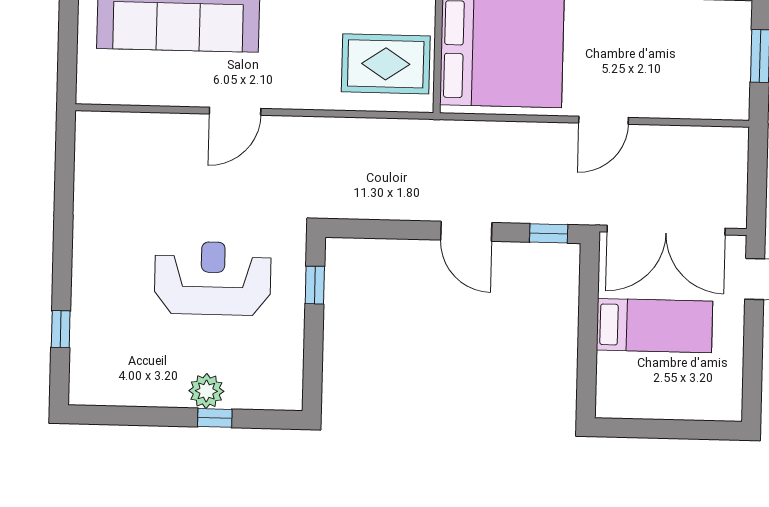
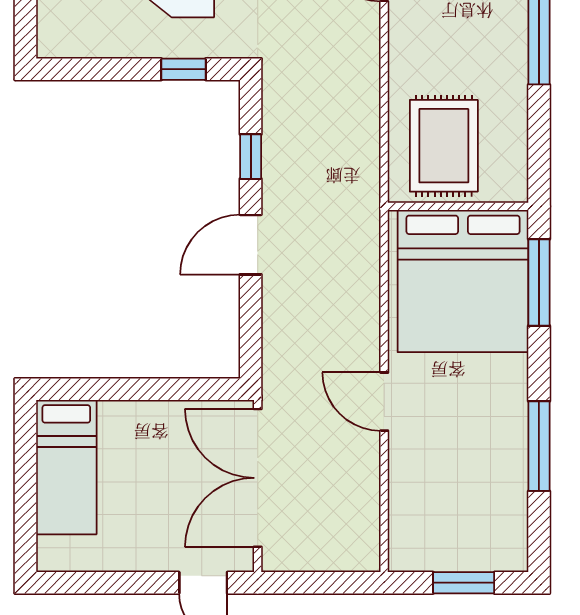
window: (549, 233) -> (251, 157), moved
bed: (654, 326) -> (66, 467), moved

